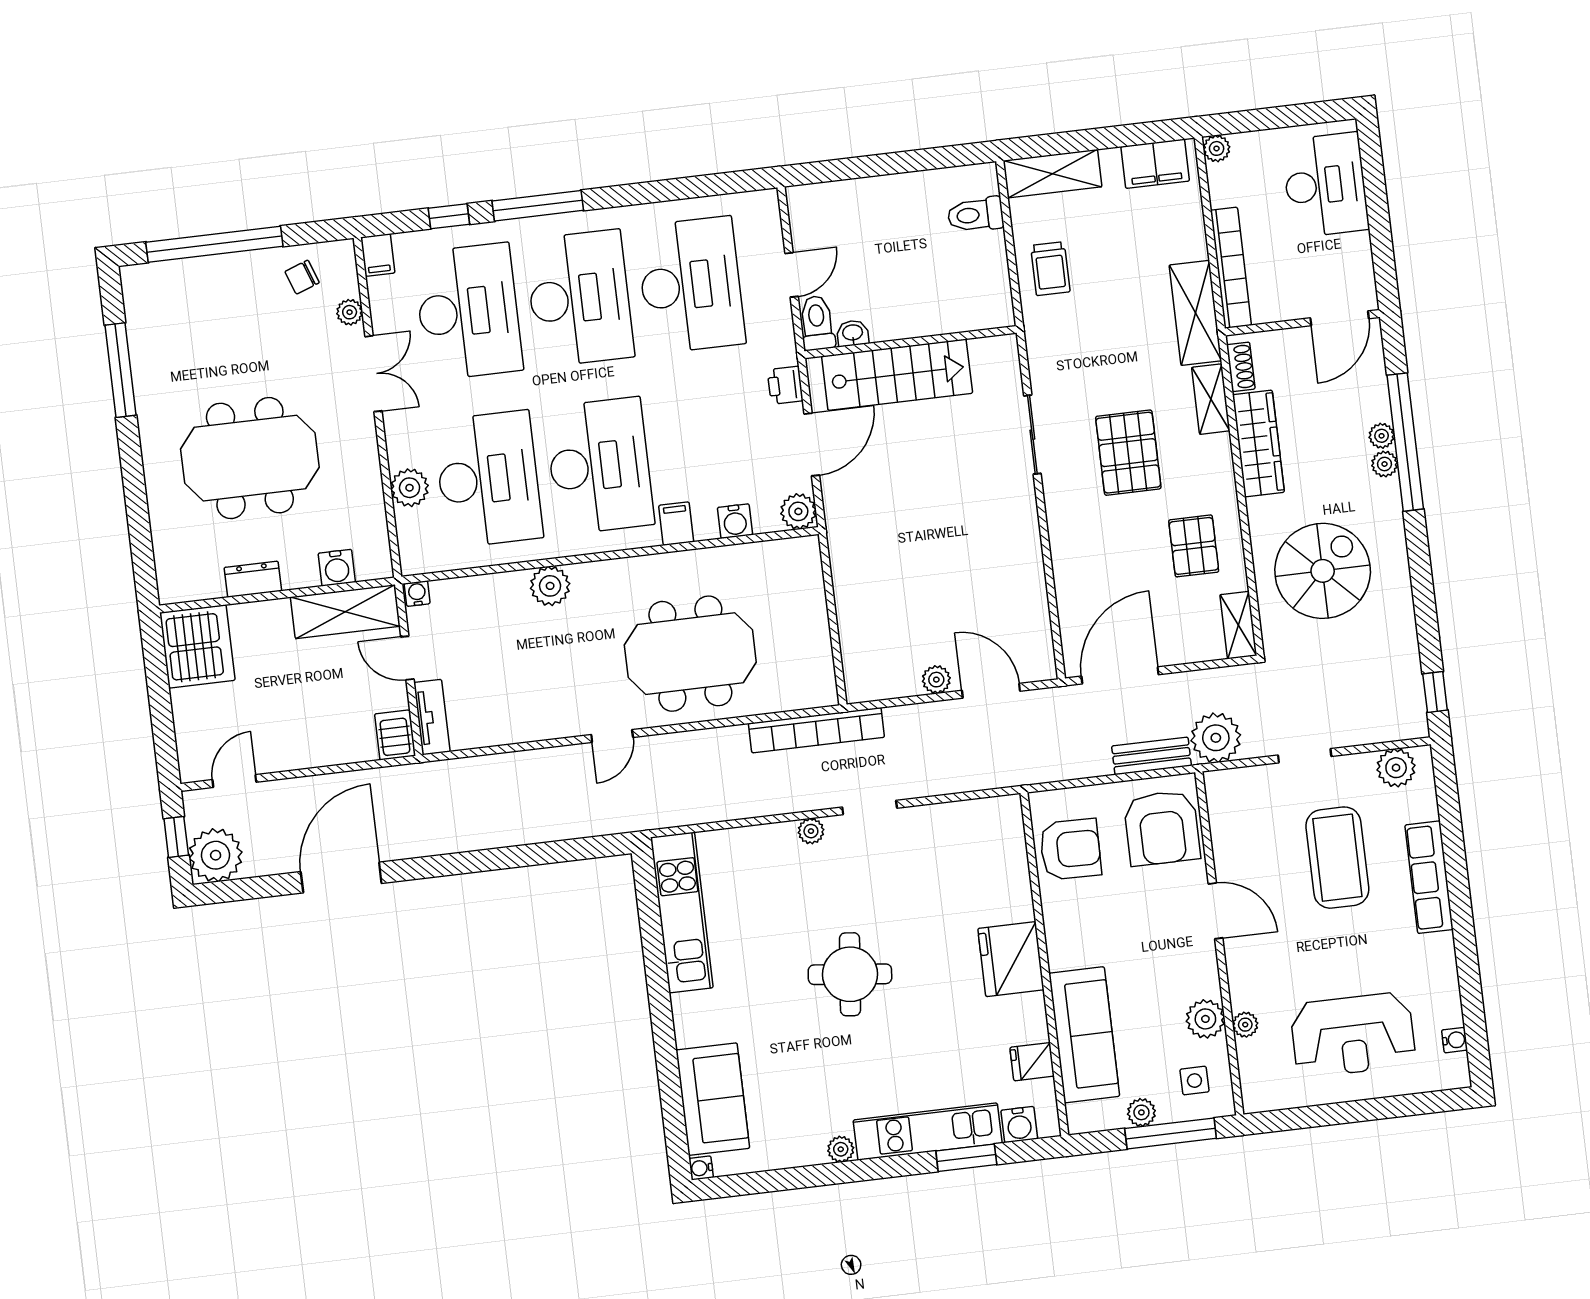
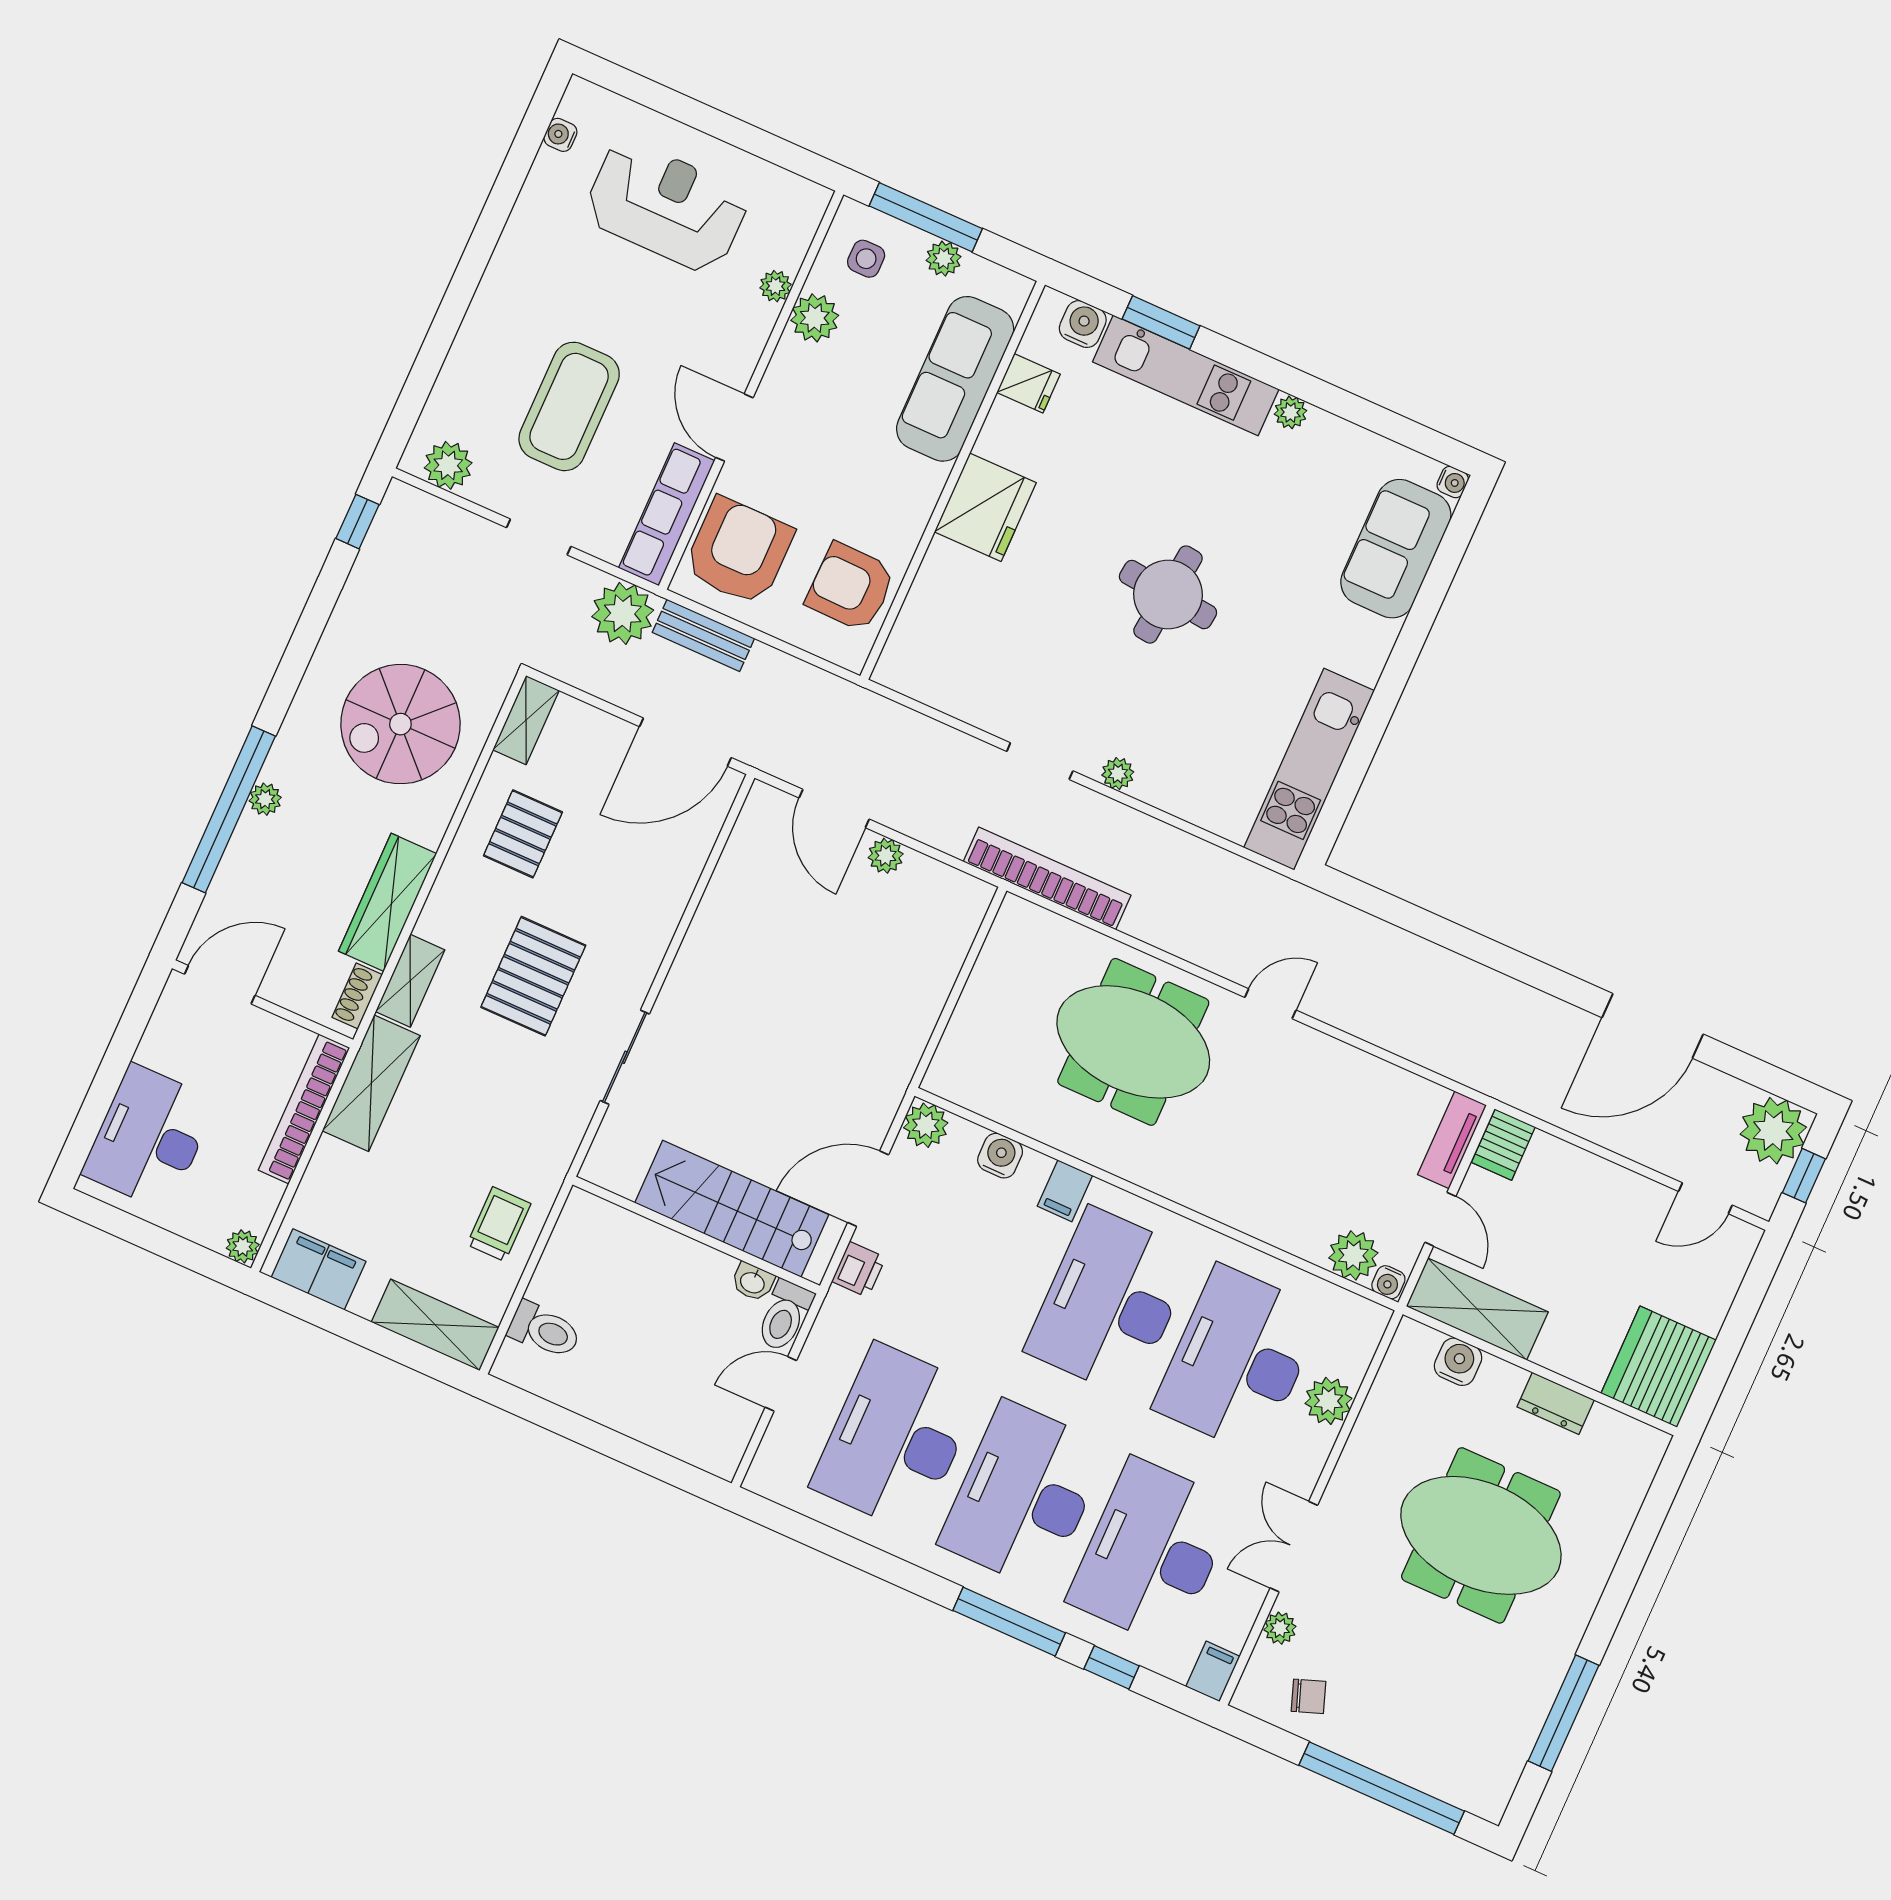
plant: (1382, 436) -> (250, 831), removed
plant: (550, 586) -> (1353, 1255), moved
row of seats: (1429, 877) -> (667, 514), moved, turned 180

